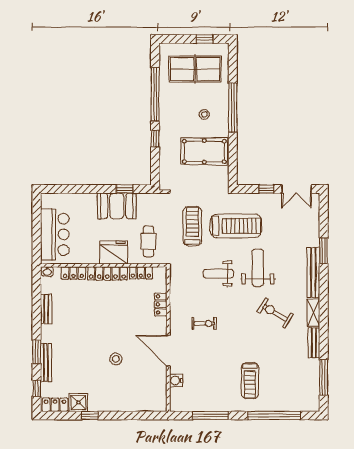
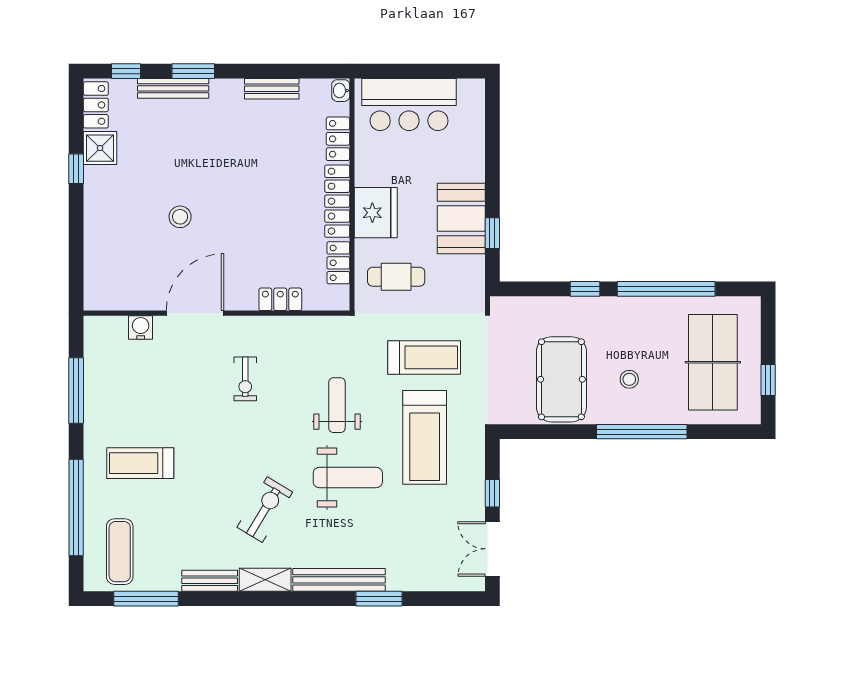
exercise mat: (298, 392) -> (120, 552), added

